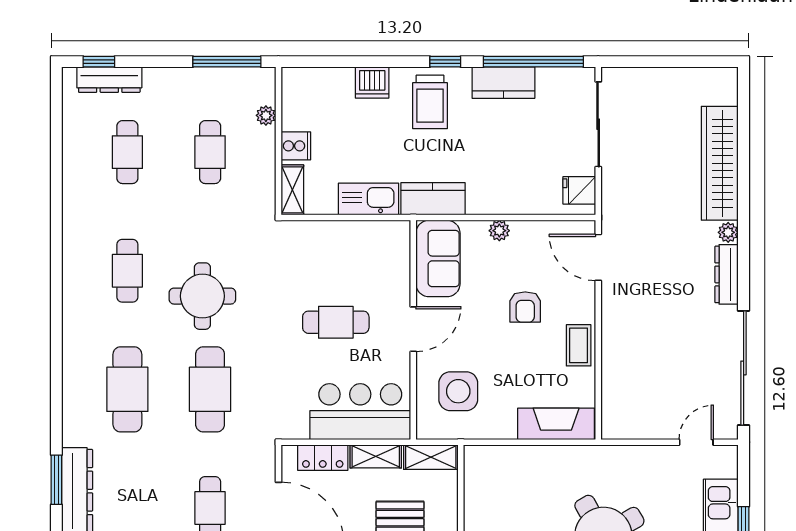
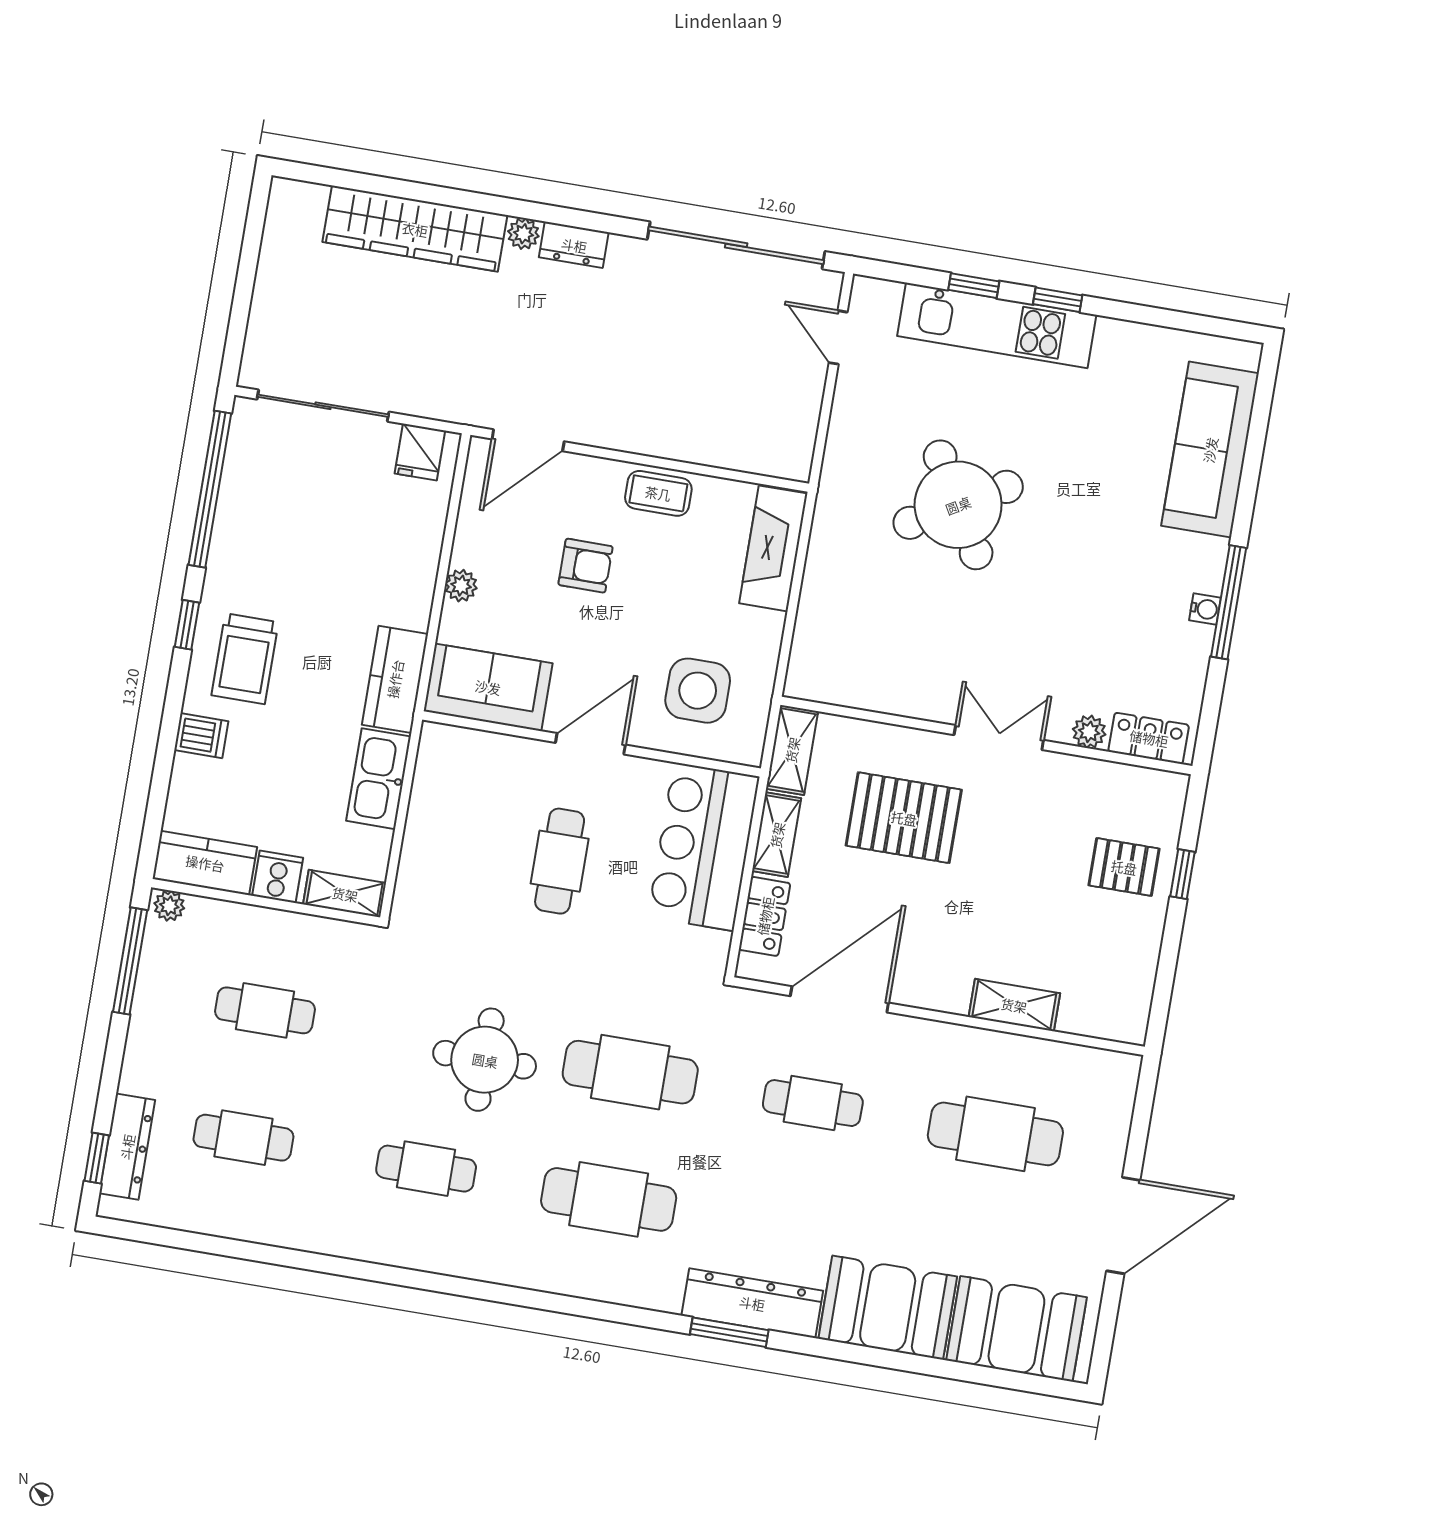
dishwasher: (372, 83) -> (201, 736), width x0.73
kitchen counter: (503, 83) -> (205, 863), moved, turned -90
trolley: (430, 102) -> (245, 659), turned 90
plant: (266, 115) -> (169, 906), moved
dresser: (727, 274) -> (574, 245), width x0.70
door: (413, 329) -> (590, 744), hinge flipped

